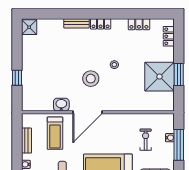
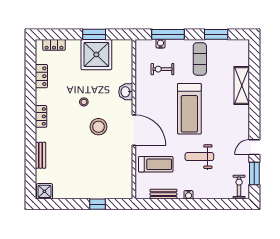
bench: (76, 23) -> (40, 155), moved
washbasin: (61, 105) -> (126, 92), moved

